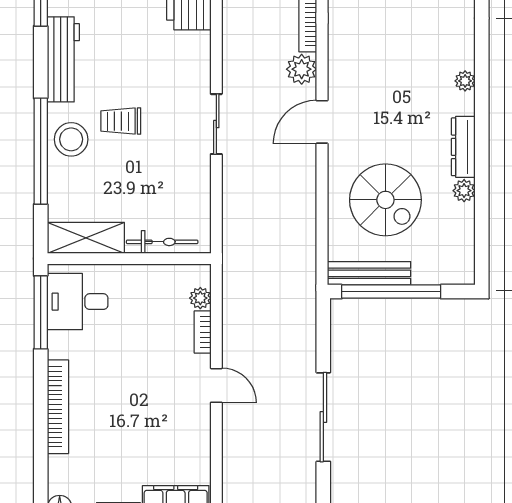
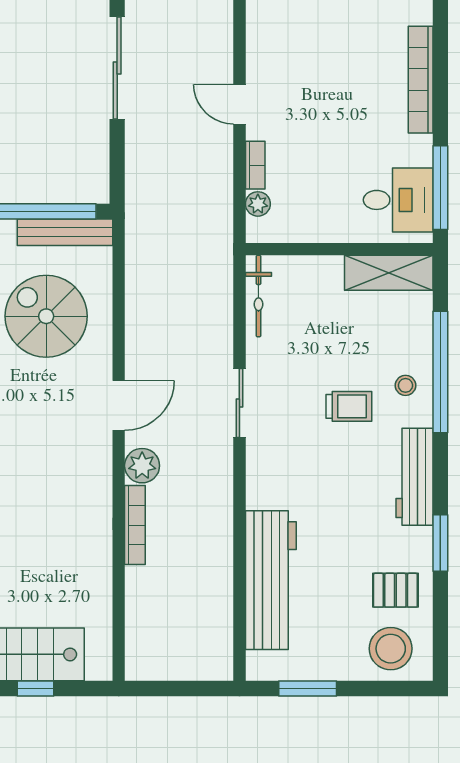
stool: (71, 139) -> (406, 385), width x0.53, depth x0.53
bicycle: (162, 242) -> (258, 296), moved, turned -90

